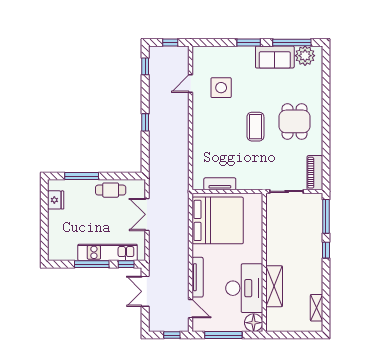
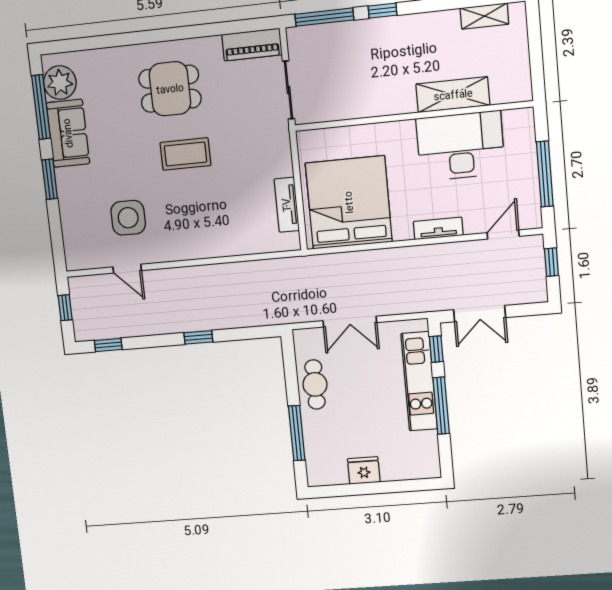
fridge: (56, 200) -> (364, 470), moved
tv unit: (198, 277) -> (438, 228), width x0.71
floor lamp: (254, 323) -> (519, 124), removed

